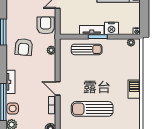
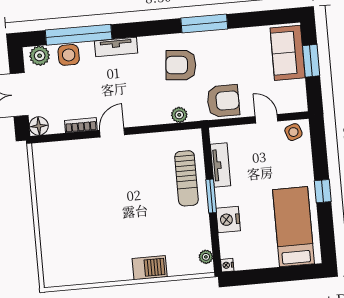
tv unit: (92, 30) -> (220, 165), moved
barbecue: (134, 89) -> (150, 268), moved
sun lounger: (92, 109) -> (81, 198), removed

